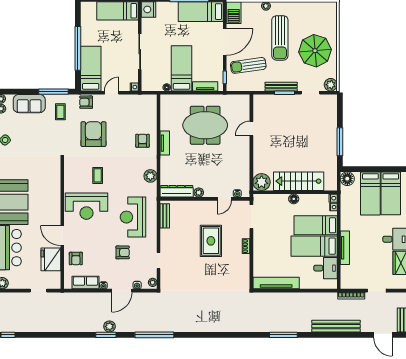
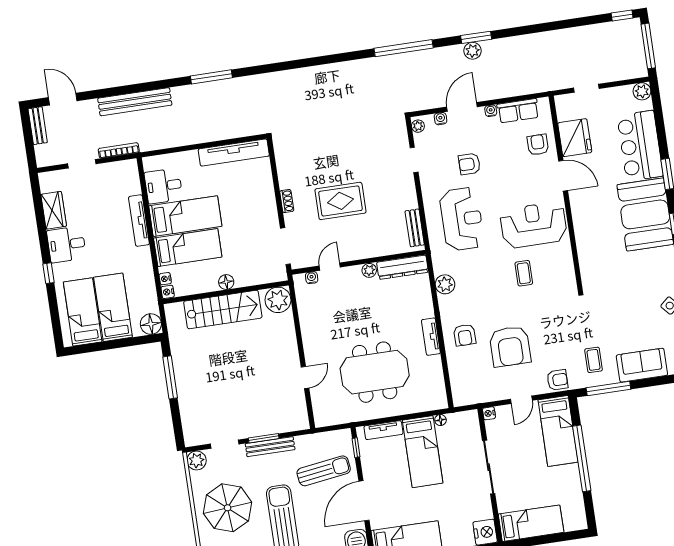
armchair: (93, 134) -> (510, 346), moved
rug: (211, 241) -> (340, 201), turned 90

